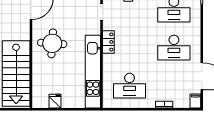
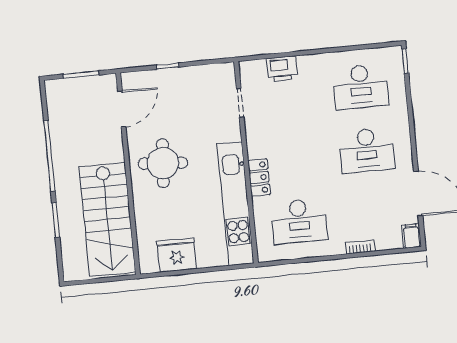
locker: (108, 42) -> (259, 177), moved
fridge: (55, 101) -> (177, 255), width x1.88, depth x1.34

